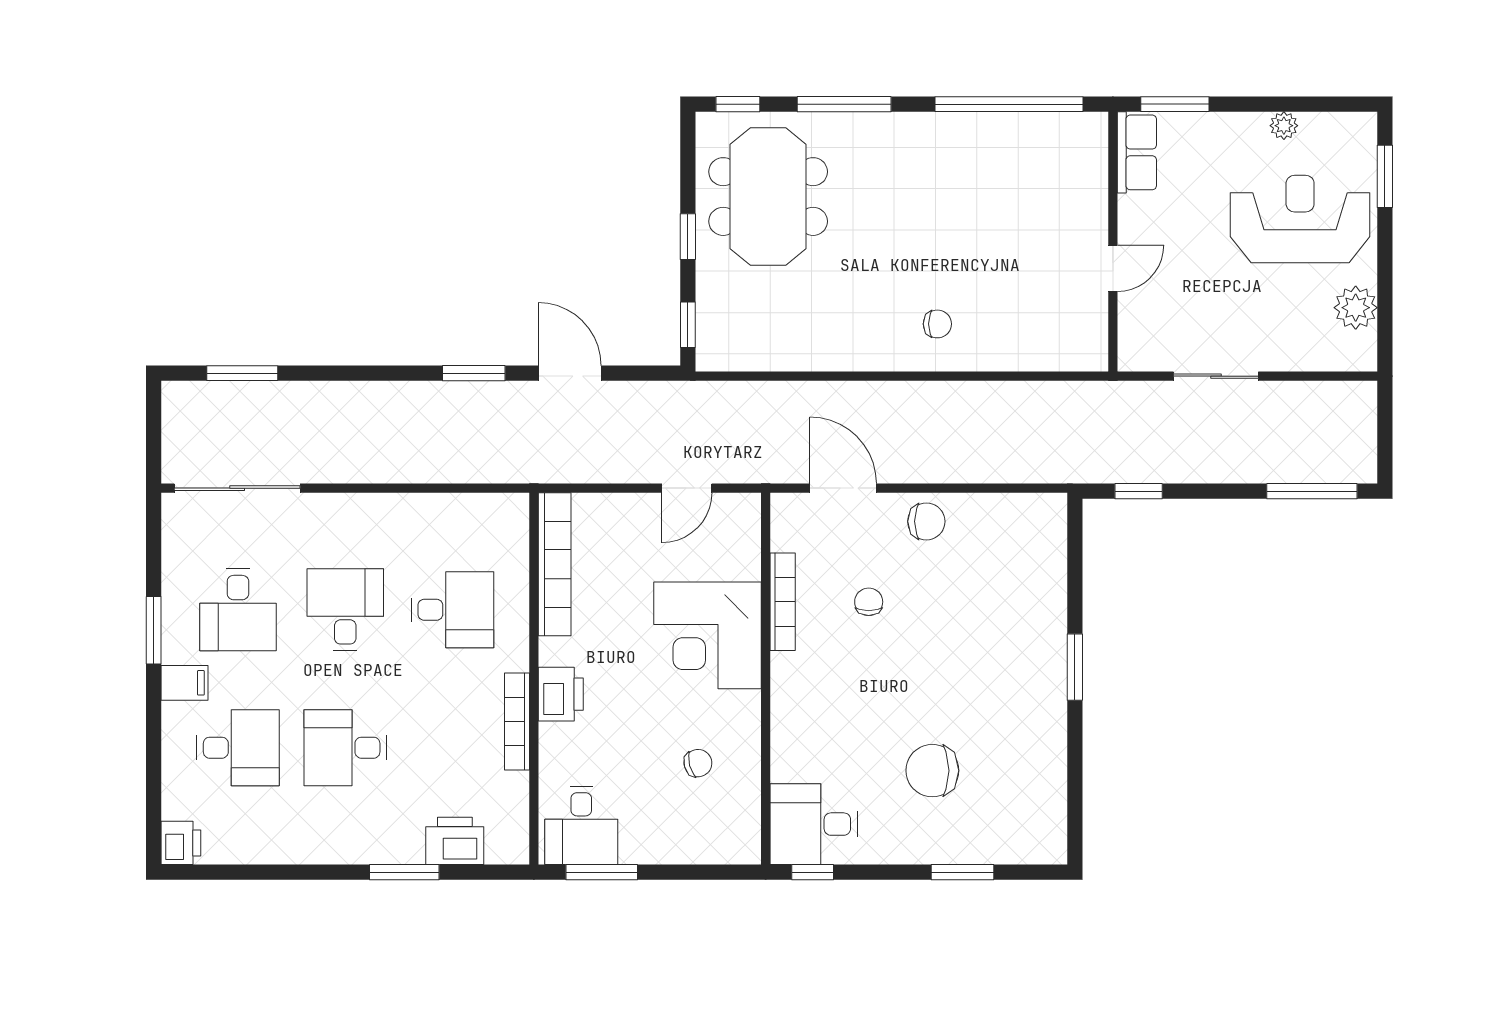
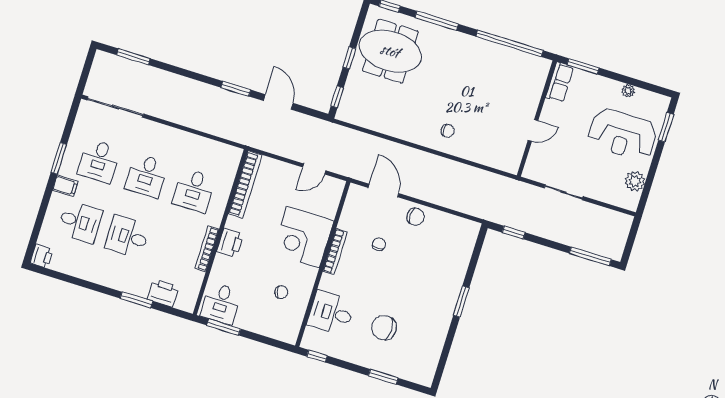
meeting table: (768, 197) -> (390, 51), turned 90
reception desk: (1300, 219) -> (623, 134), turned 180
bookcase: (783, 602) -> (335, 252), moved
desk: (345, 610) -> (146, 176), turned 180
desk: (453, 610) -> (194, 190), turned 90
desk: (814, 824) -> (331, 313), moved

